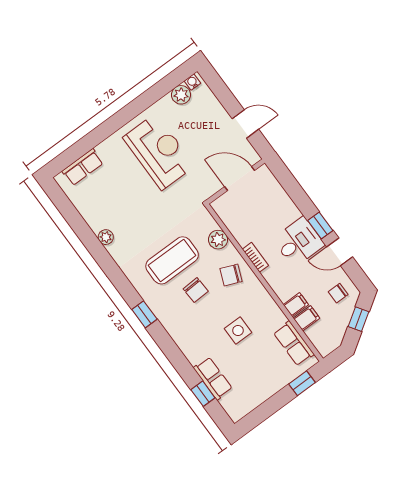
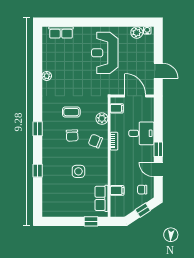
reception desk: (159, 152) -> (105, 53), turned 180
desk: (299, 242) -> (141, 133), moved
coffee table: (172, 260) -> (71, 112), width x0.54, depth x0.58
filing cabinet: (296, 305) -> (117, 108), moved
row of seats: (213, 378) -> (48, 186), removed
window: (203, 394) -> (38, 171), moved

